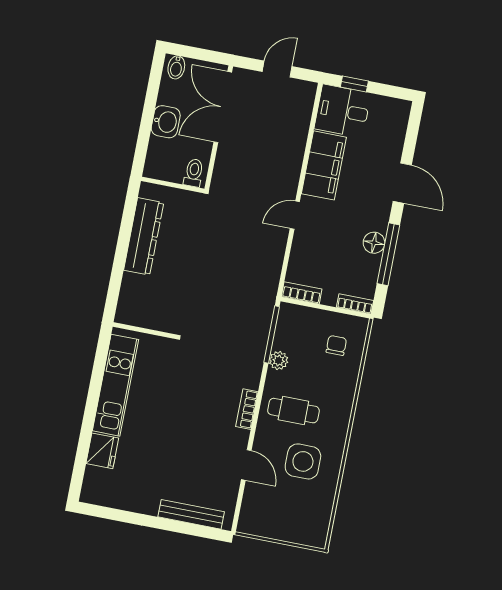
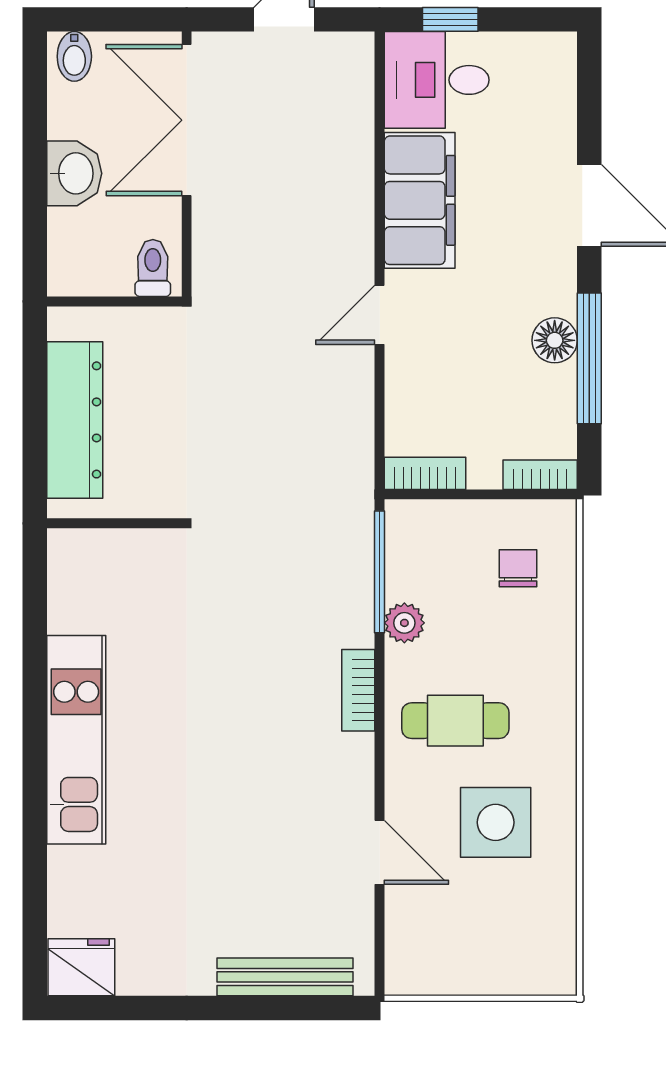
wall: (144, 331) -> (114, 523), moved
bookcase: (247, 409) -> (358, 690), moved
fridge: (102, 451) -> (81, 967), moved, turned -90

